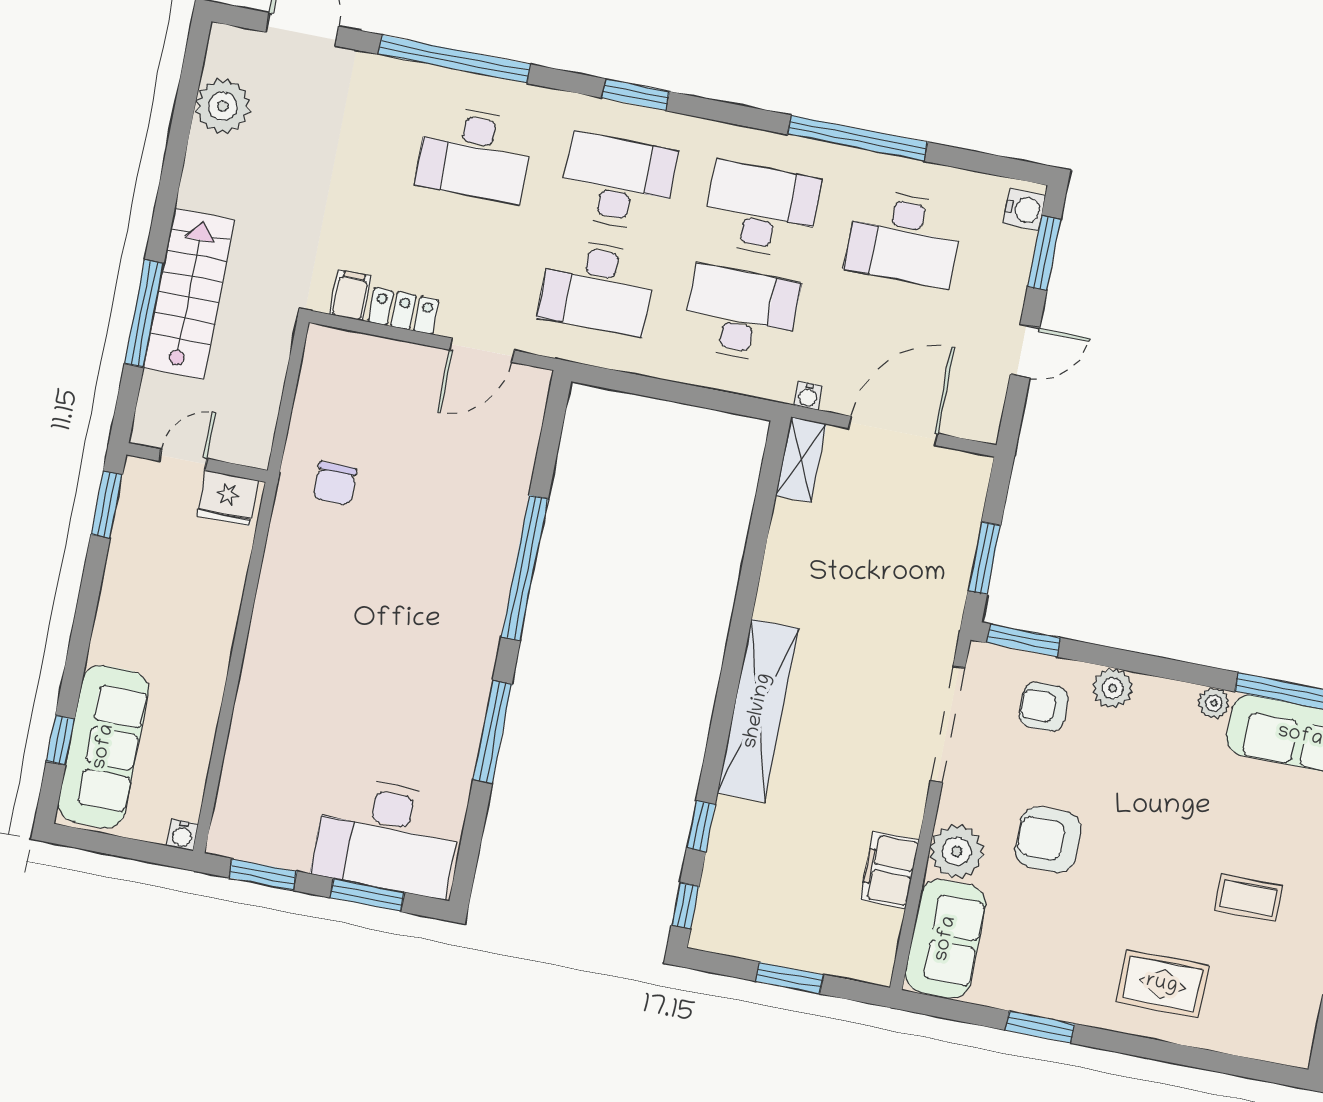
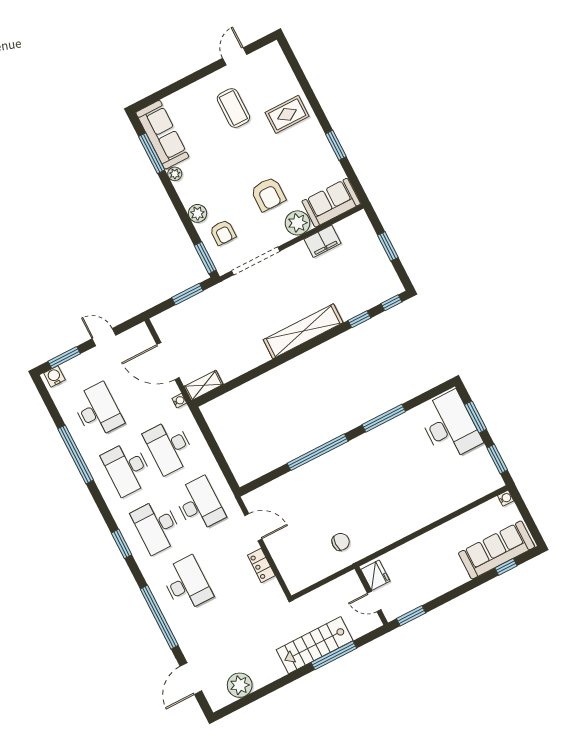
filing cabinet: (350, 295) -> (270, 588), removed
coffee table: (1248, 898) -> (233, 108), width x1.36, depth x1.30
rug: (1162, 984) -> (287, 114), turned 90

